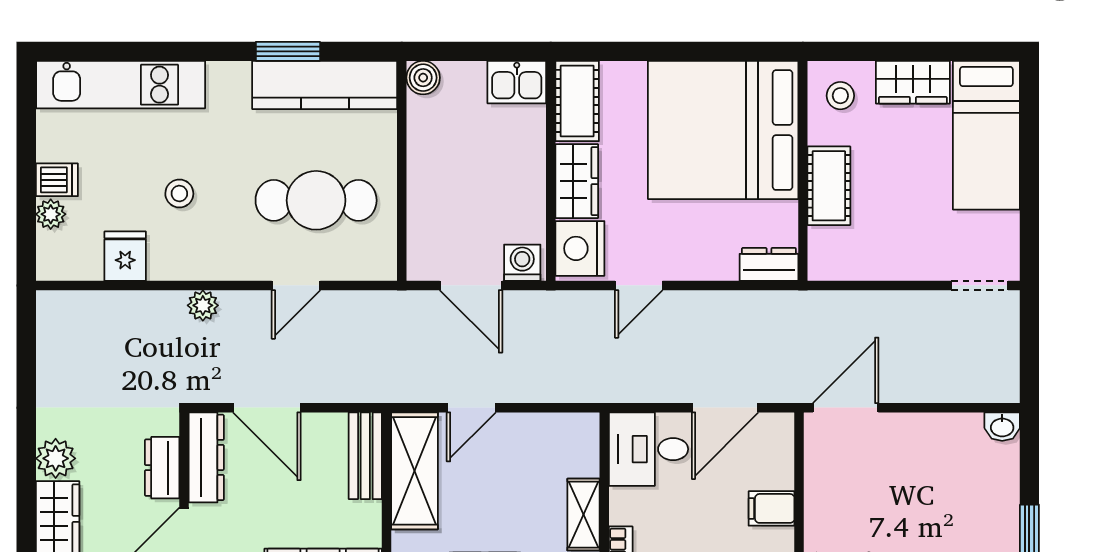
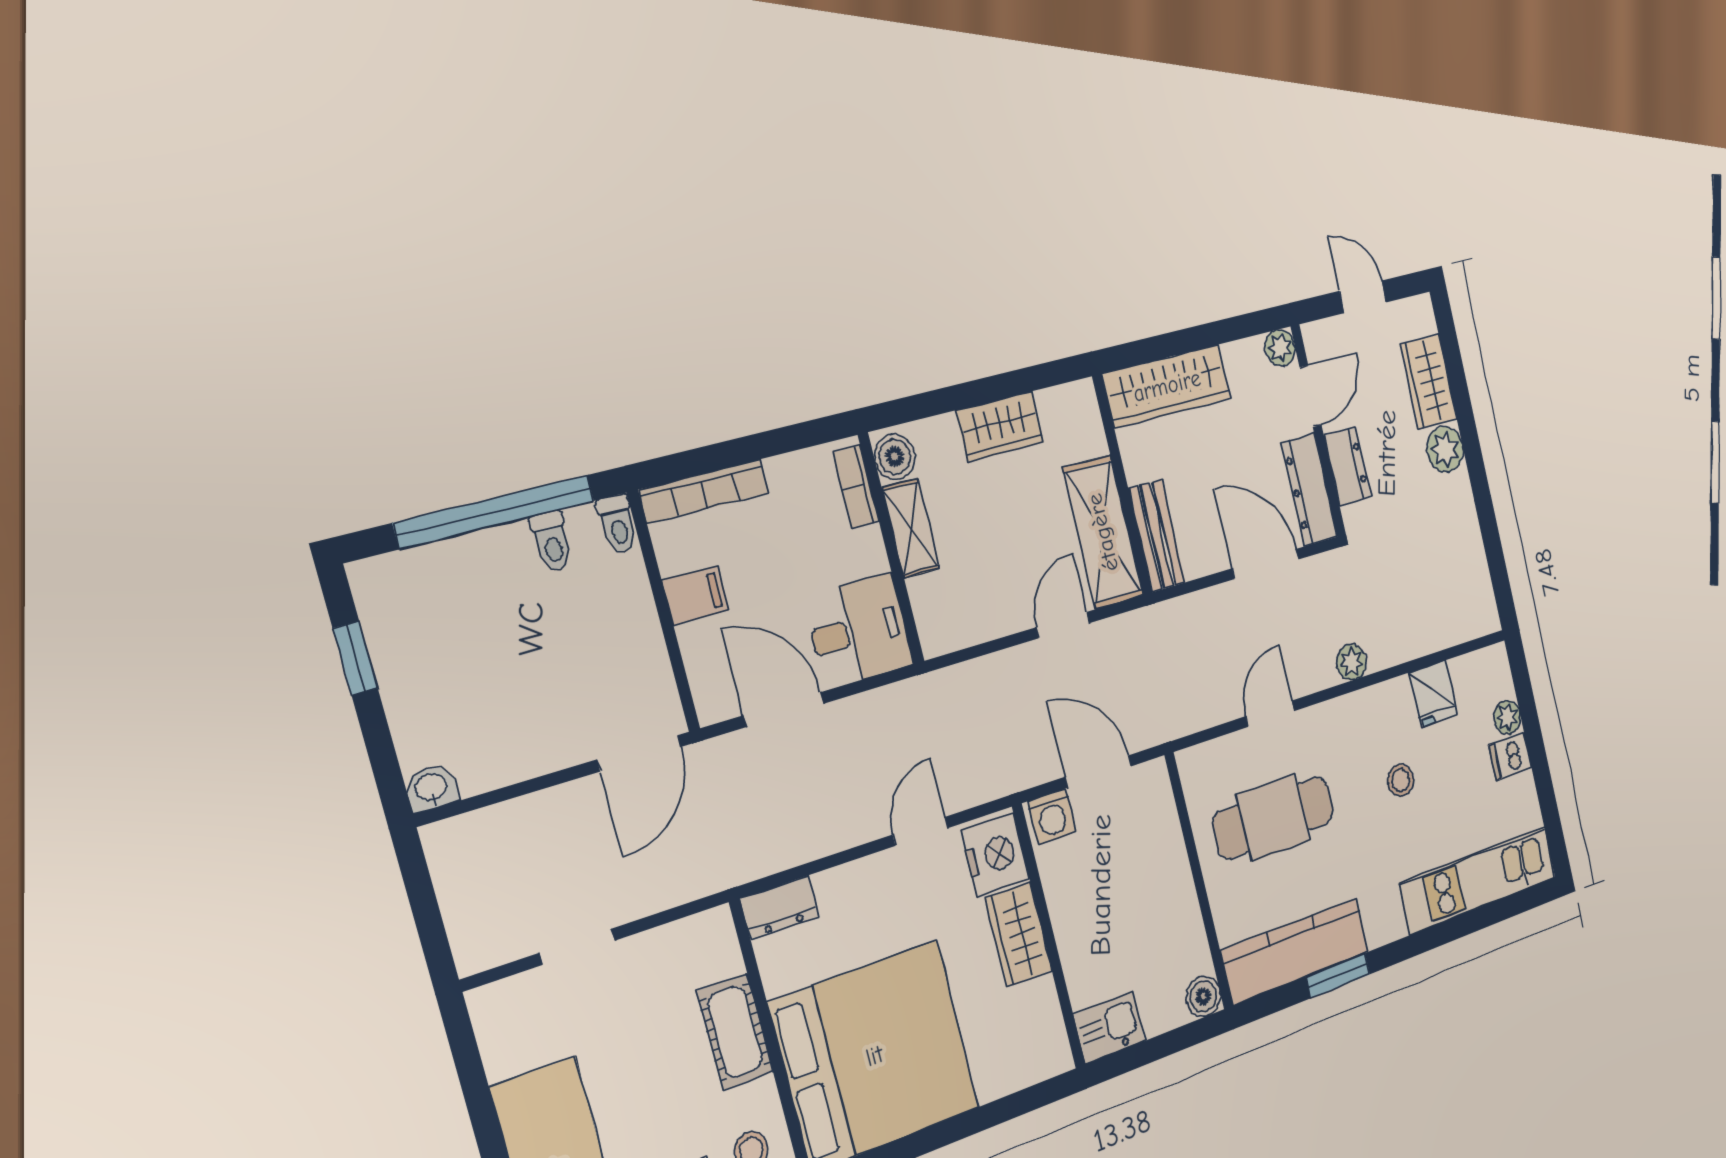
cot: (577, 101) -> (1042, 1030), removed
doorway: (979, 285) -> (577, 947), moved
door: (725, 408) -> (784, 709), hinge flipped

